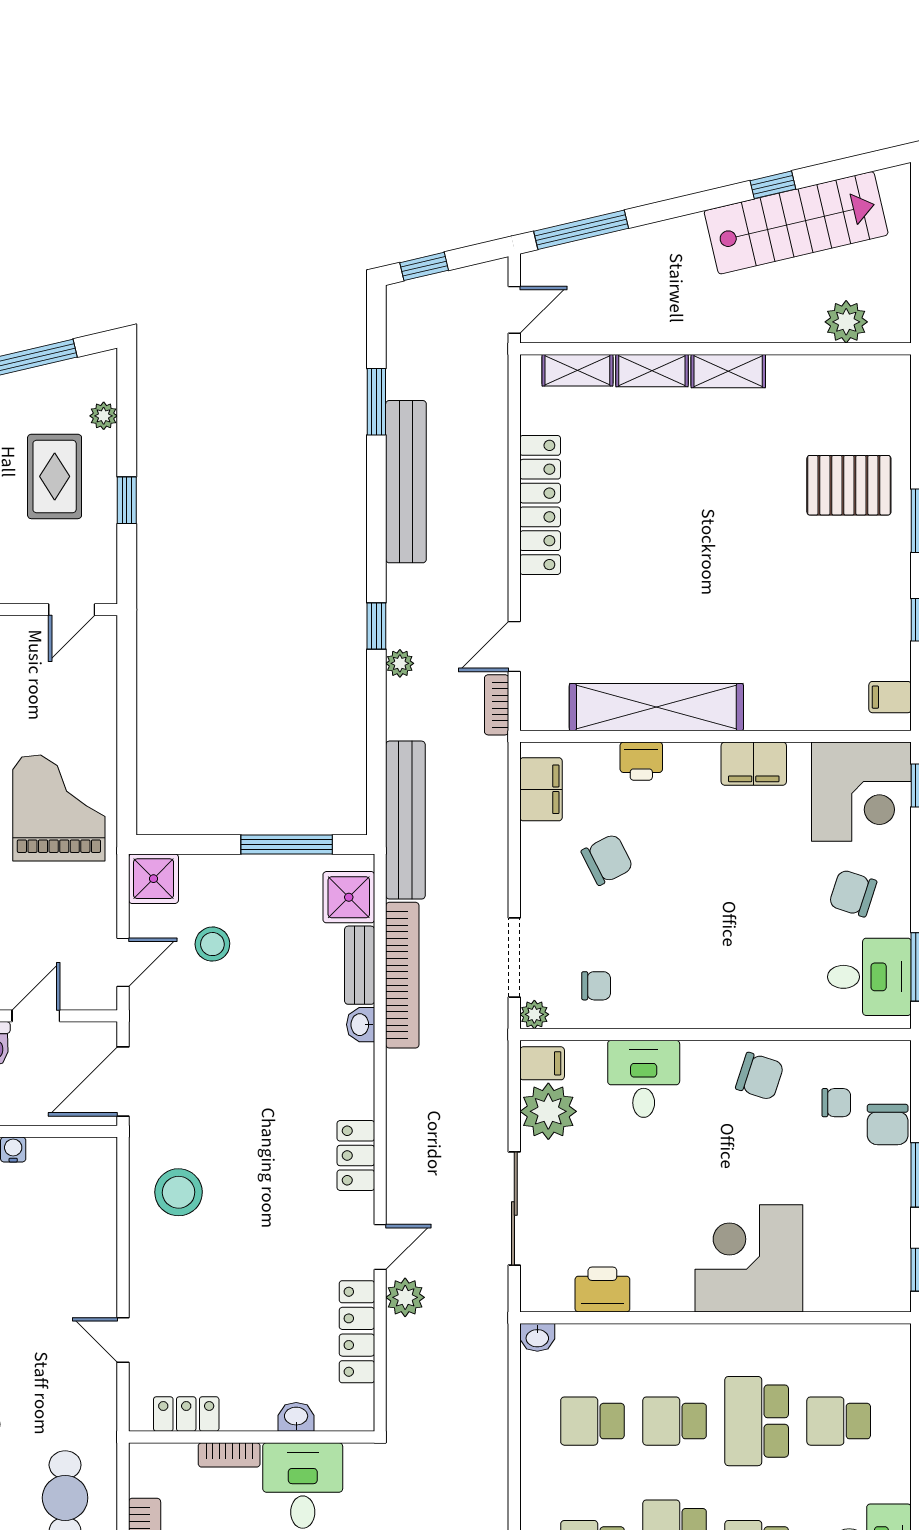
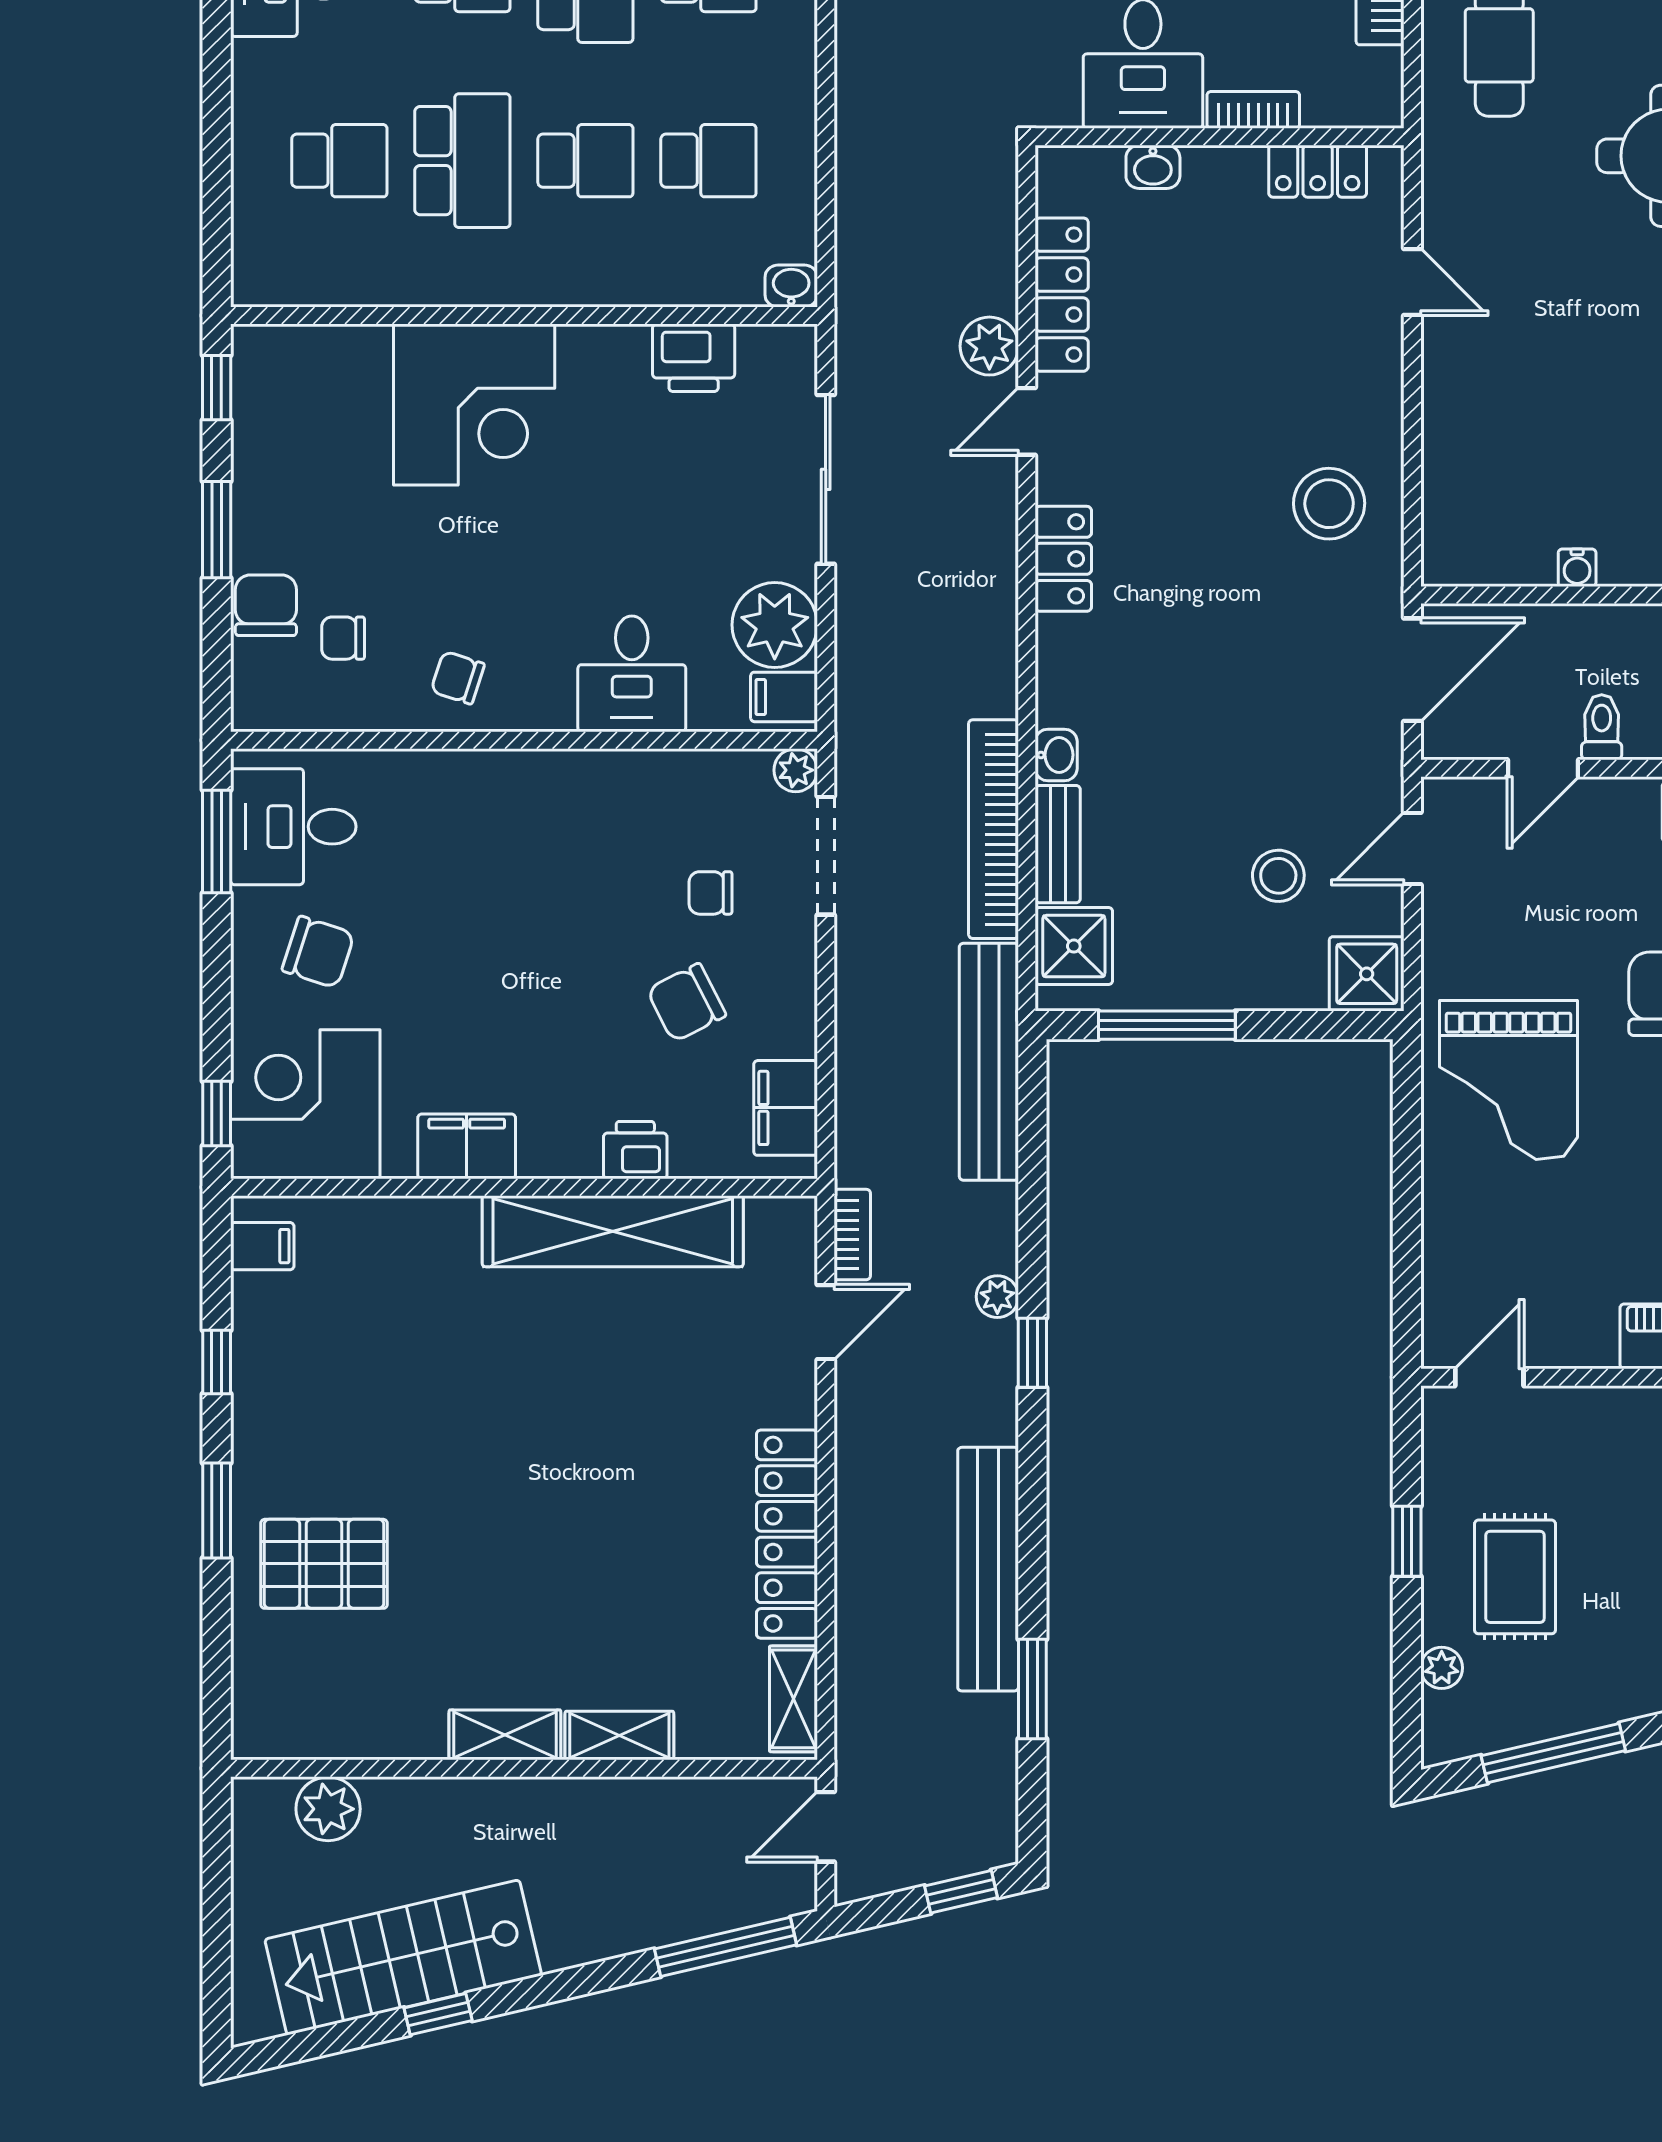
shelving: (577, 370) -> (793, 1699), moved, turned 90
chair: (596, 986) -> (711, 893), moved
chair: (760, 1076) -> (458, 678), width x0.73, depth x0.73

